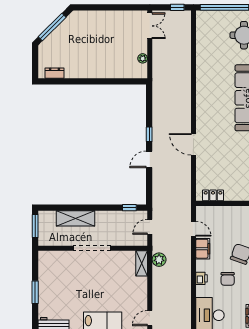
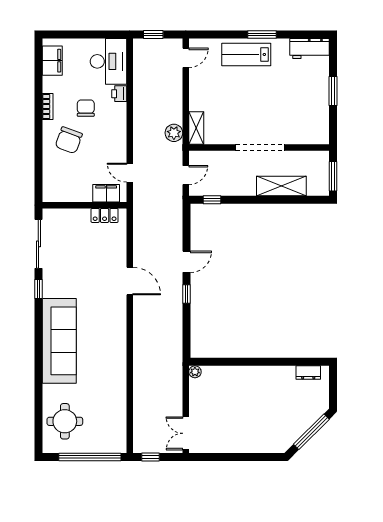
plant: (143, 58) -> (195, 372), moved
filing cabinet: (203, 249) -> (106, 193), moved, turned 90
printer: (202, 278) -> (119, 94), moved

